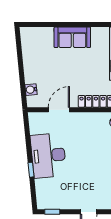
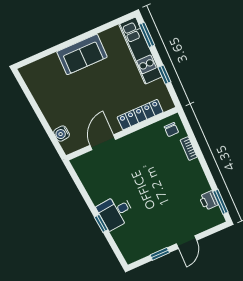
desk: (48, 155) -> (116, 212), width x0.53, depth x0.77
window: (52, 212) -> (160, 254), moved

